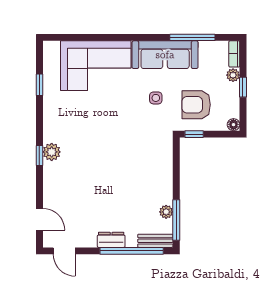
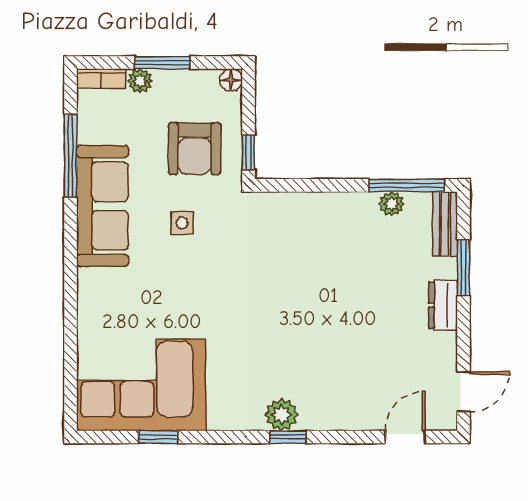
corner sofa: (96, 66) -> (141, 385), moved, turned -90
window: (243, 87) -> (162, 63), width x1.50
window: (132, 251) -> (463, 268), width x0.47

